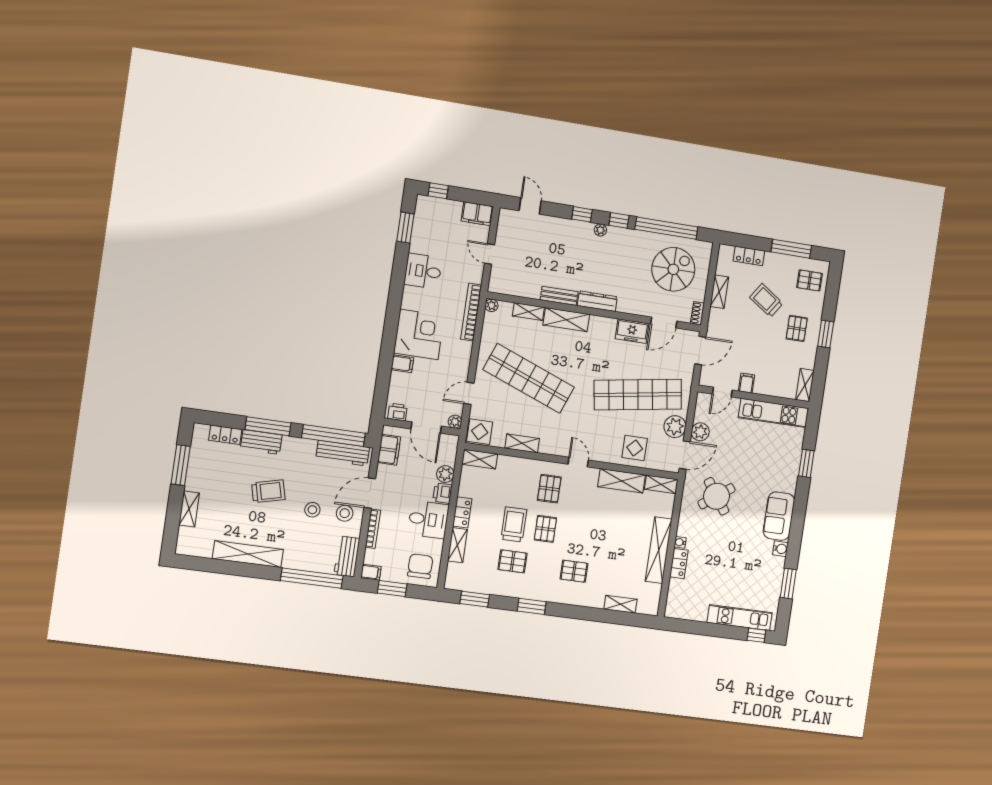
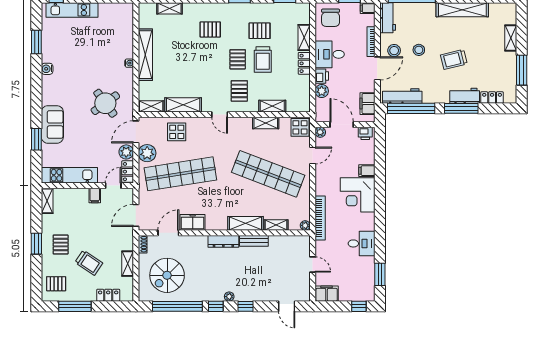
shelving: (480, 459) -> (272, 106), moved
sofa: (779, 516) -> (52, 124), moved
locker: (679, 564) -> (128, 172), moved

